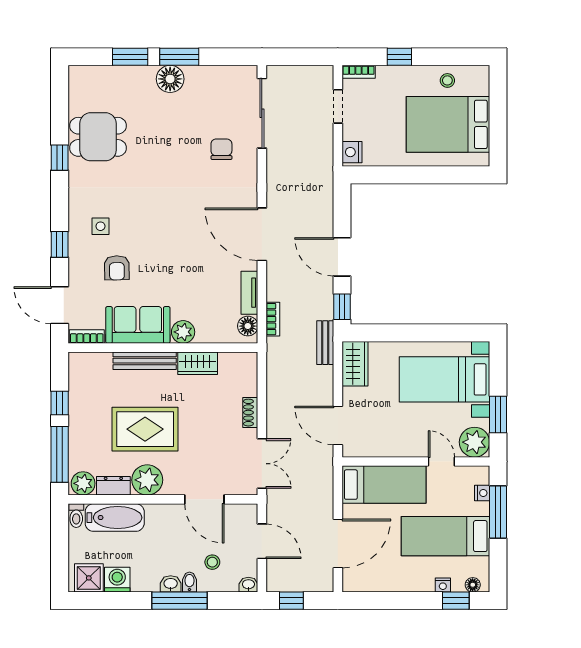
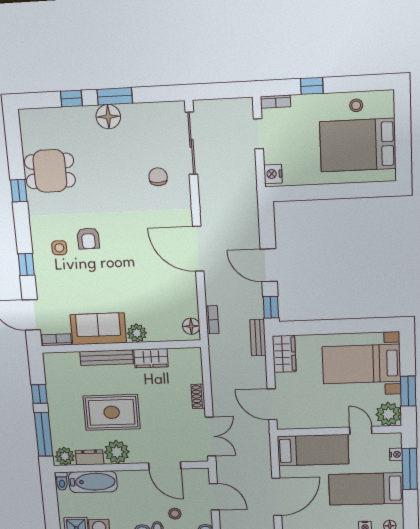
window: (130, 57) -> (71, 99), width x0.67
armchair: (117, 268) -> (88, 238), moved
tv unit: (249, 293) -> (191, 299), removed

